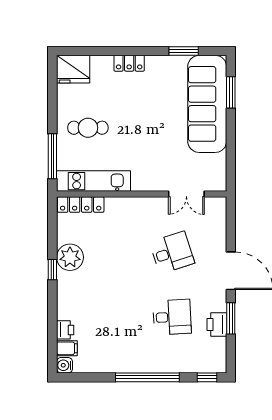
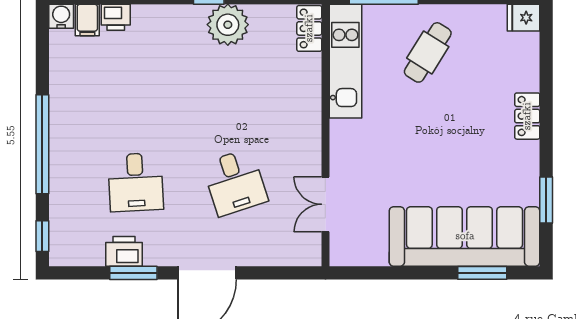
fridge: (73, 69) -> (524, 18), width x0.53, depth x0.75
cafe table: (88, 128) -> (428, 52), turned 32
locker: (81, 204) -> (309, 28), width x0.66

